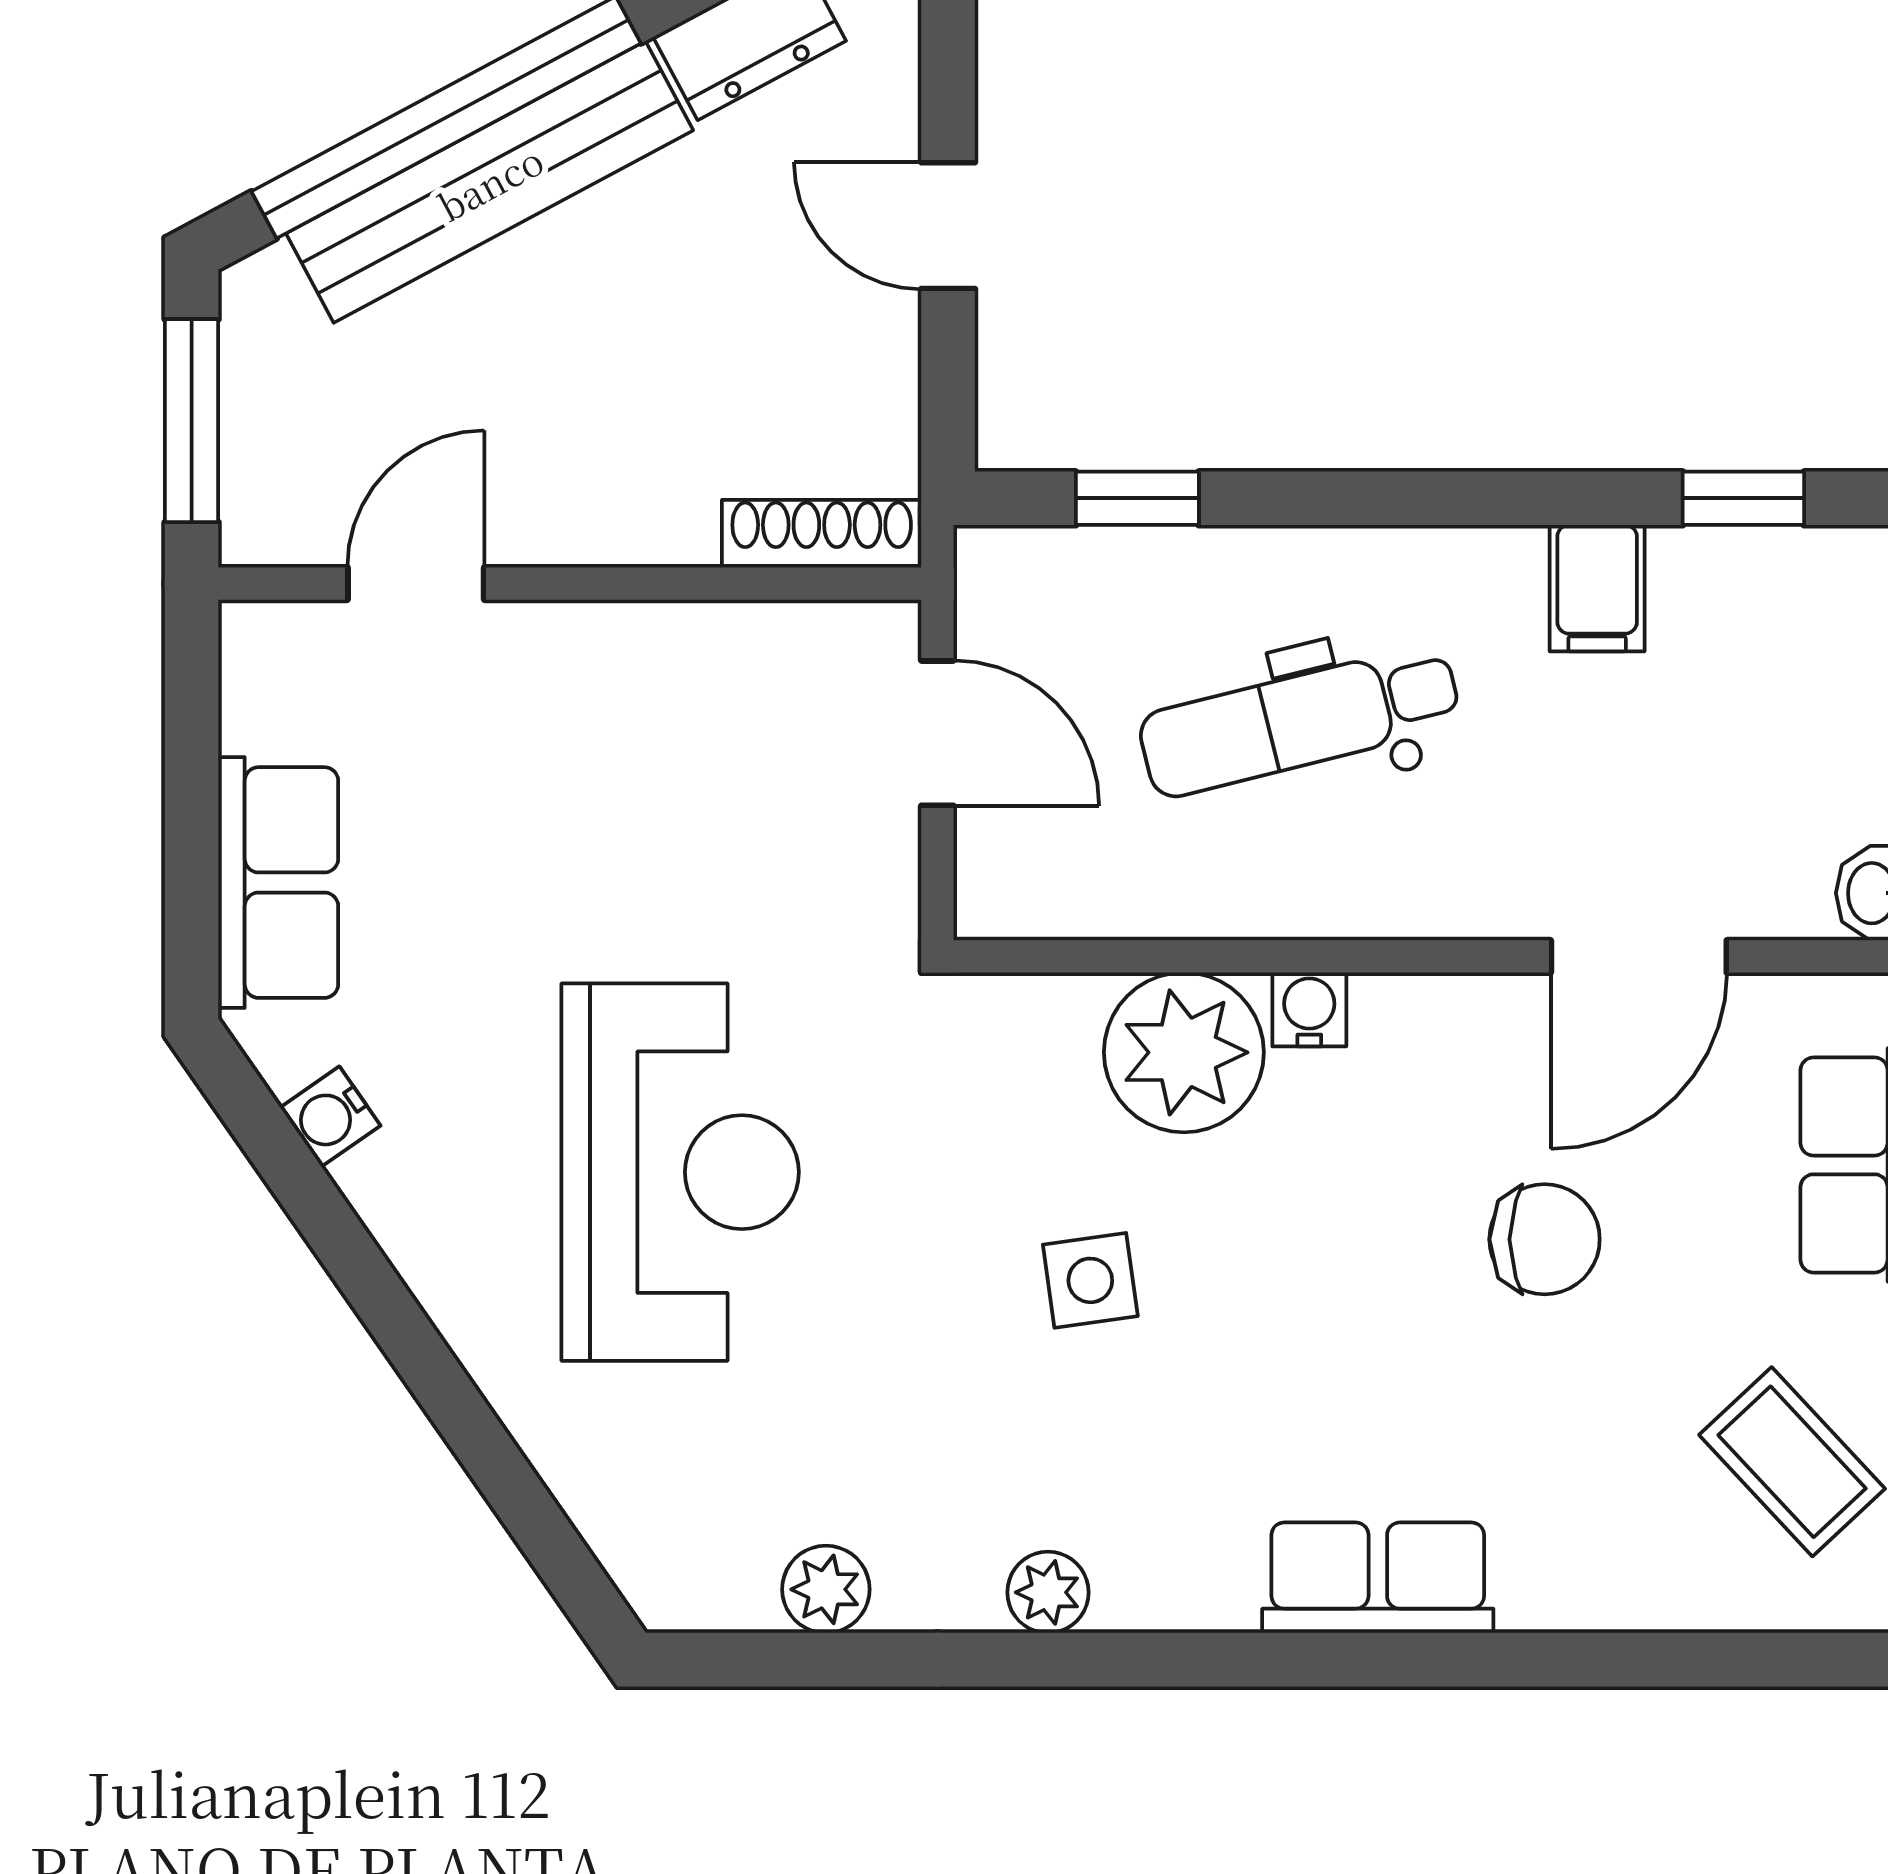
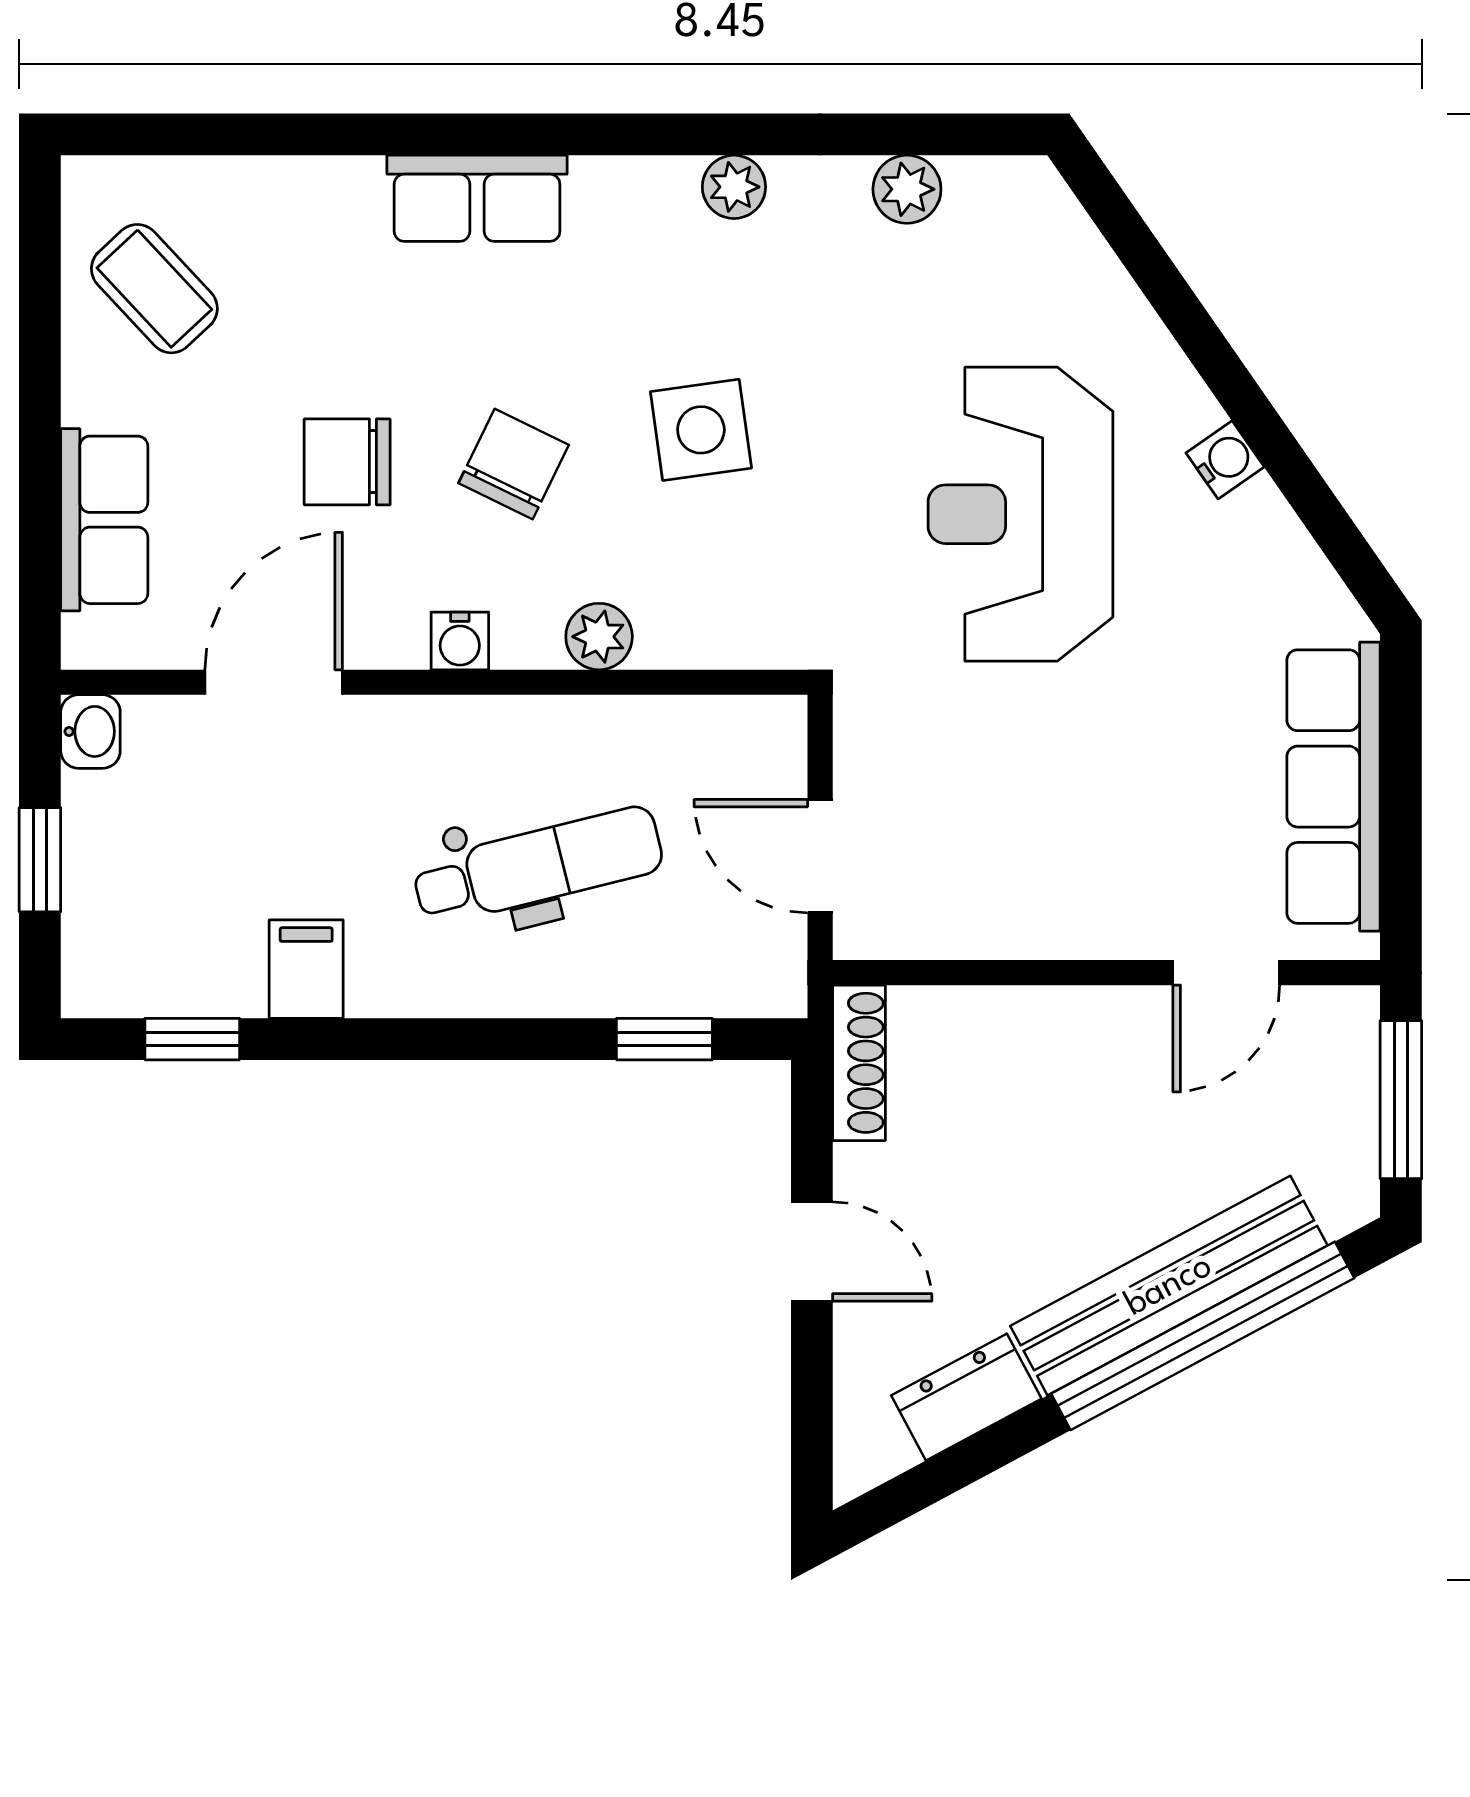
shoe rack: (822, 534) -> (859, 1063), moved, turned -90
row of seats: (278, 883) -> (1334, 787), width x1.48
water cooler: (1309, 1009) -> (460, 641), moved
plant: (1184, 1052) -> (599, 637), width x0.53, depth x0.53
water cooler: (330, 1117) -> (1225, 460), moved
chair: (1331, 1237) -> (514, 464), added
side table: (1090, 1280) -> (701, 430), width x1.37, depth x1.37

